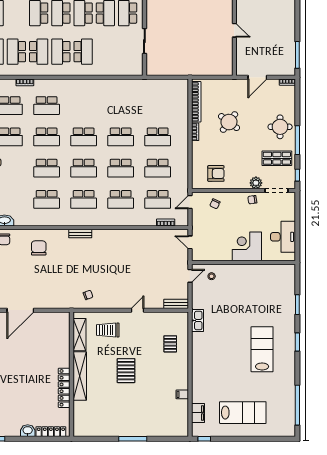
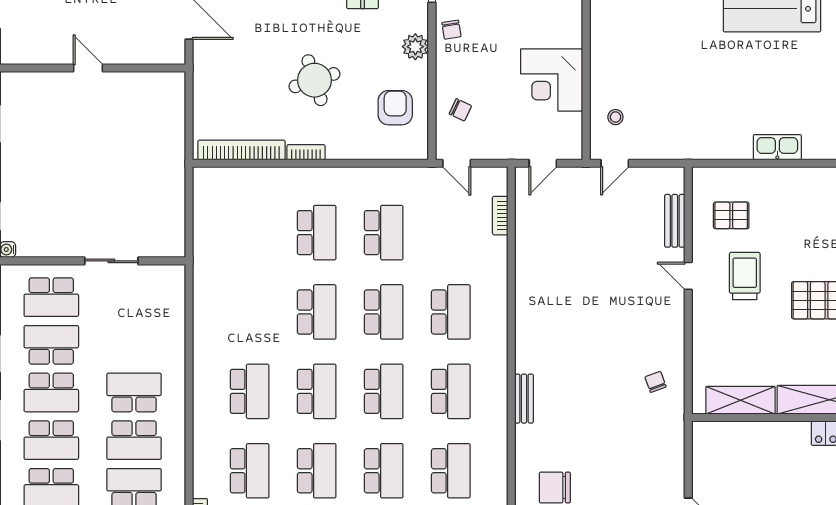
door: (234, 30) -> (88, 68), hinge flipped
round table: (229, 122) -> (315, 80), moved, turned 35
plant: (256, 183) -> (415, 47), moved
school desk: (158, 199) -> (250, 391), moved
corner desk: (247, 246) -> (552, 80), moved
door: (190, 276) -> (615, 163), swing flipped
bench: (176, 304) -> (675, 221), moved
kitchen sink: (197, 320) -> (777, 147), moved
trolley: (108, 330) -> (745, 276), moved, turned 180
pallet: (170, 344) -> (731, 215), moved

